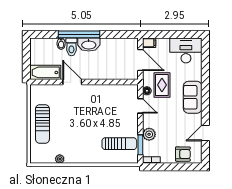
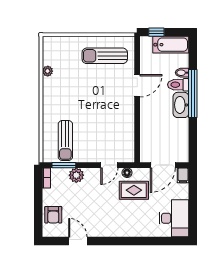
window: (26, 66) -> (156, 32), added
bathtub: (45, 72) -> (171, 45), moved, turned 90
sofa: (193, 97) -> (119, 226), removed
sun lounger: (42, 124) -> (105, 56), moved

